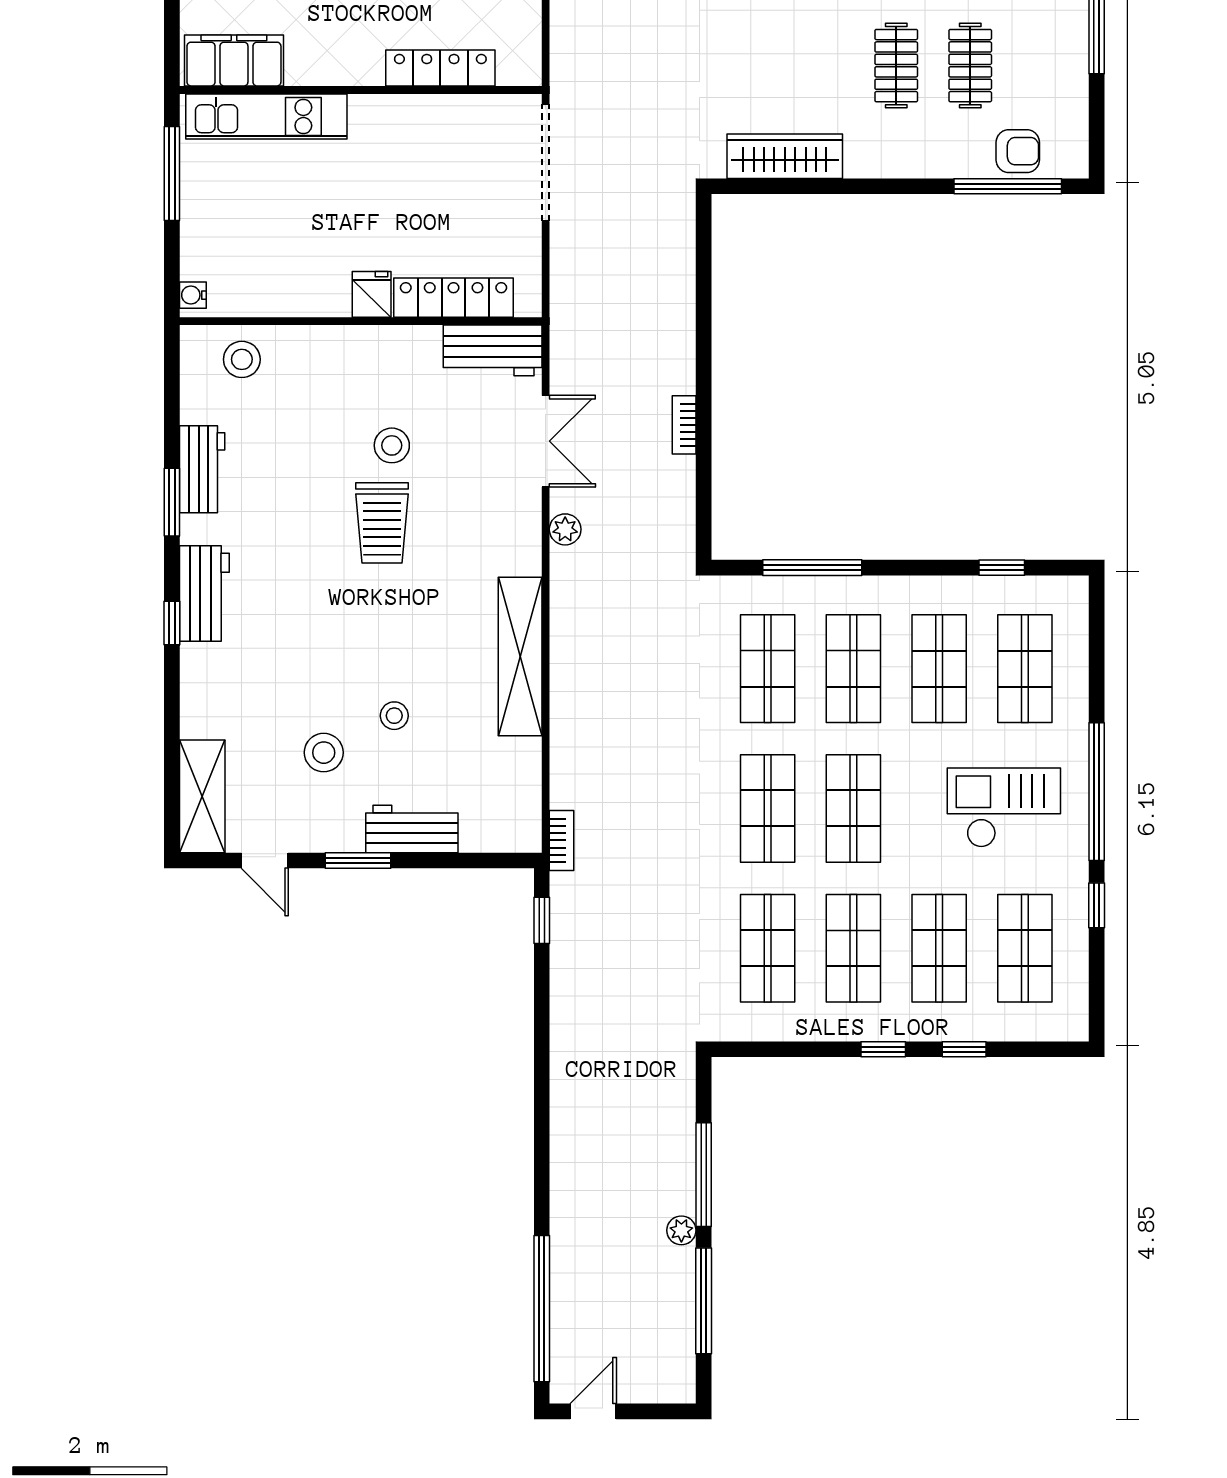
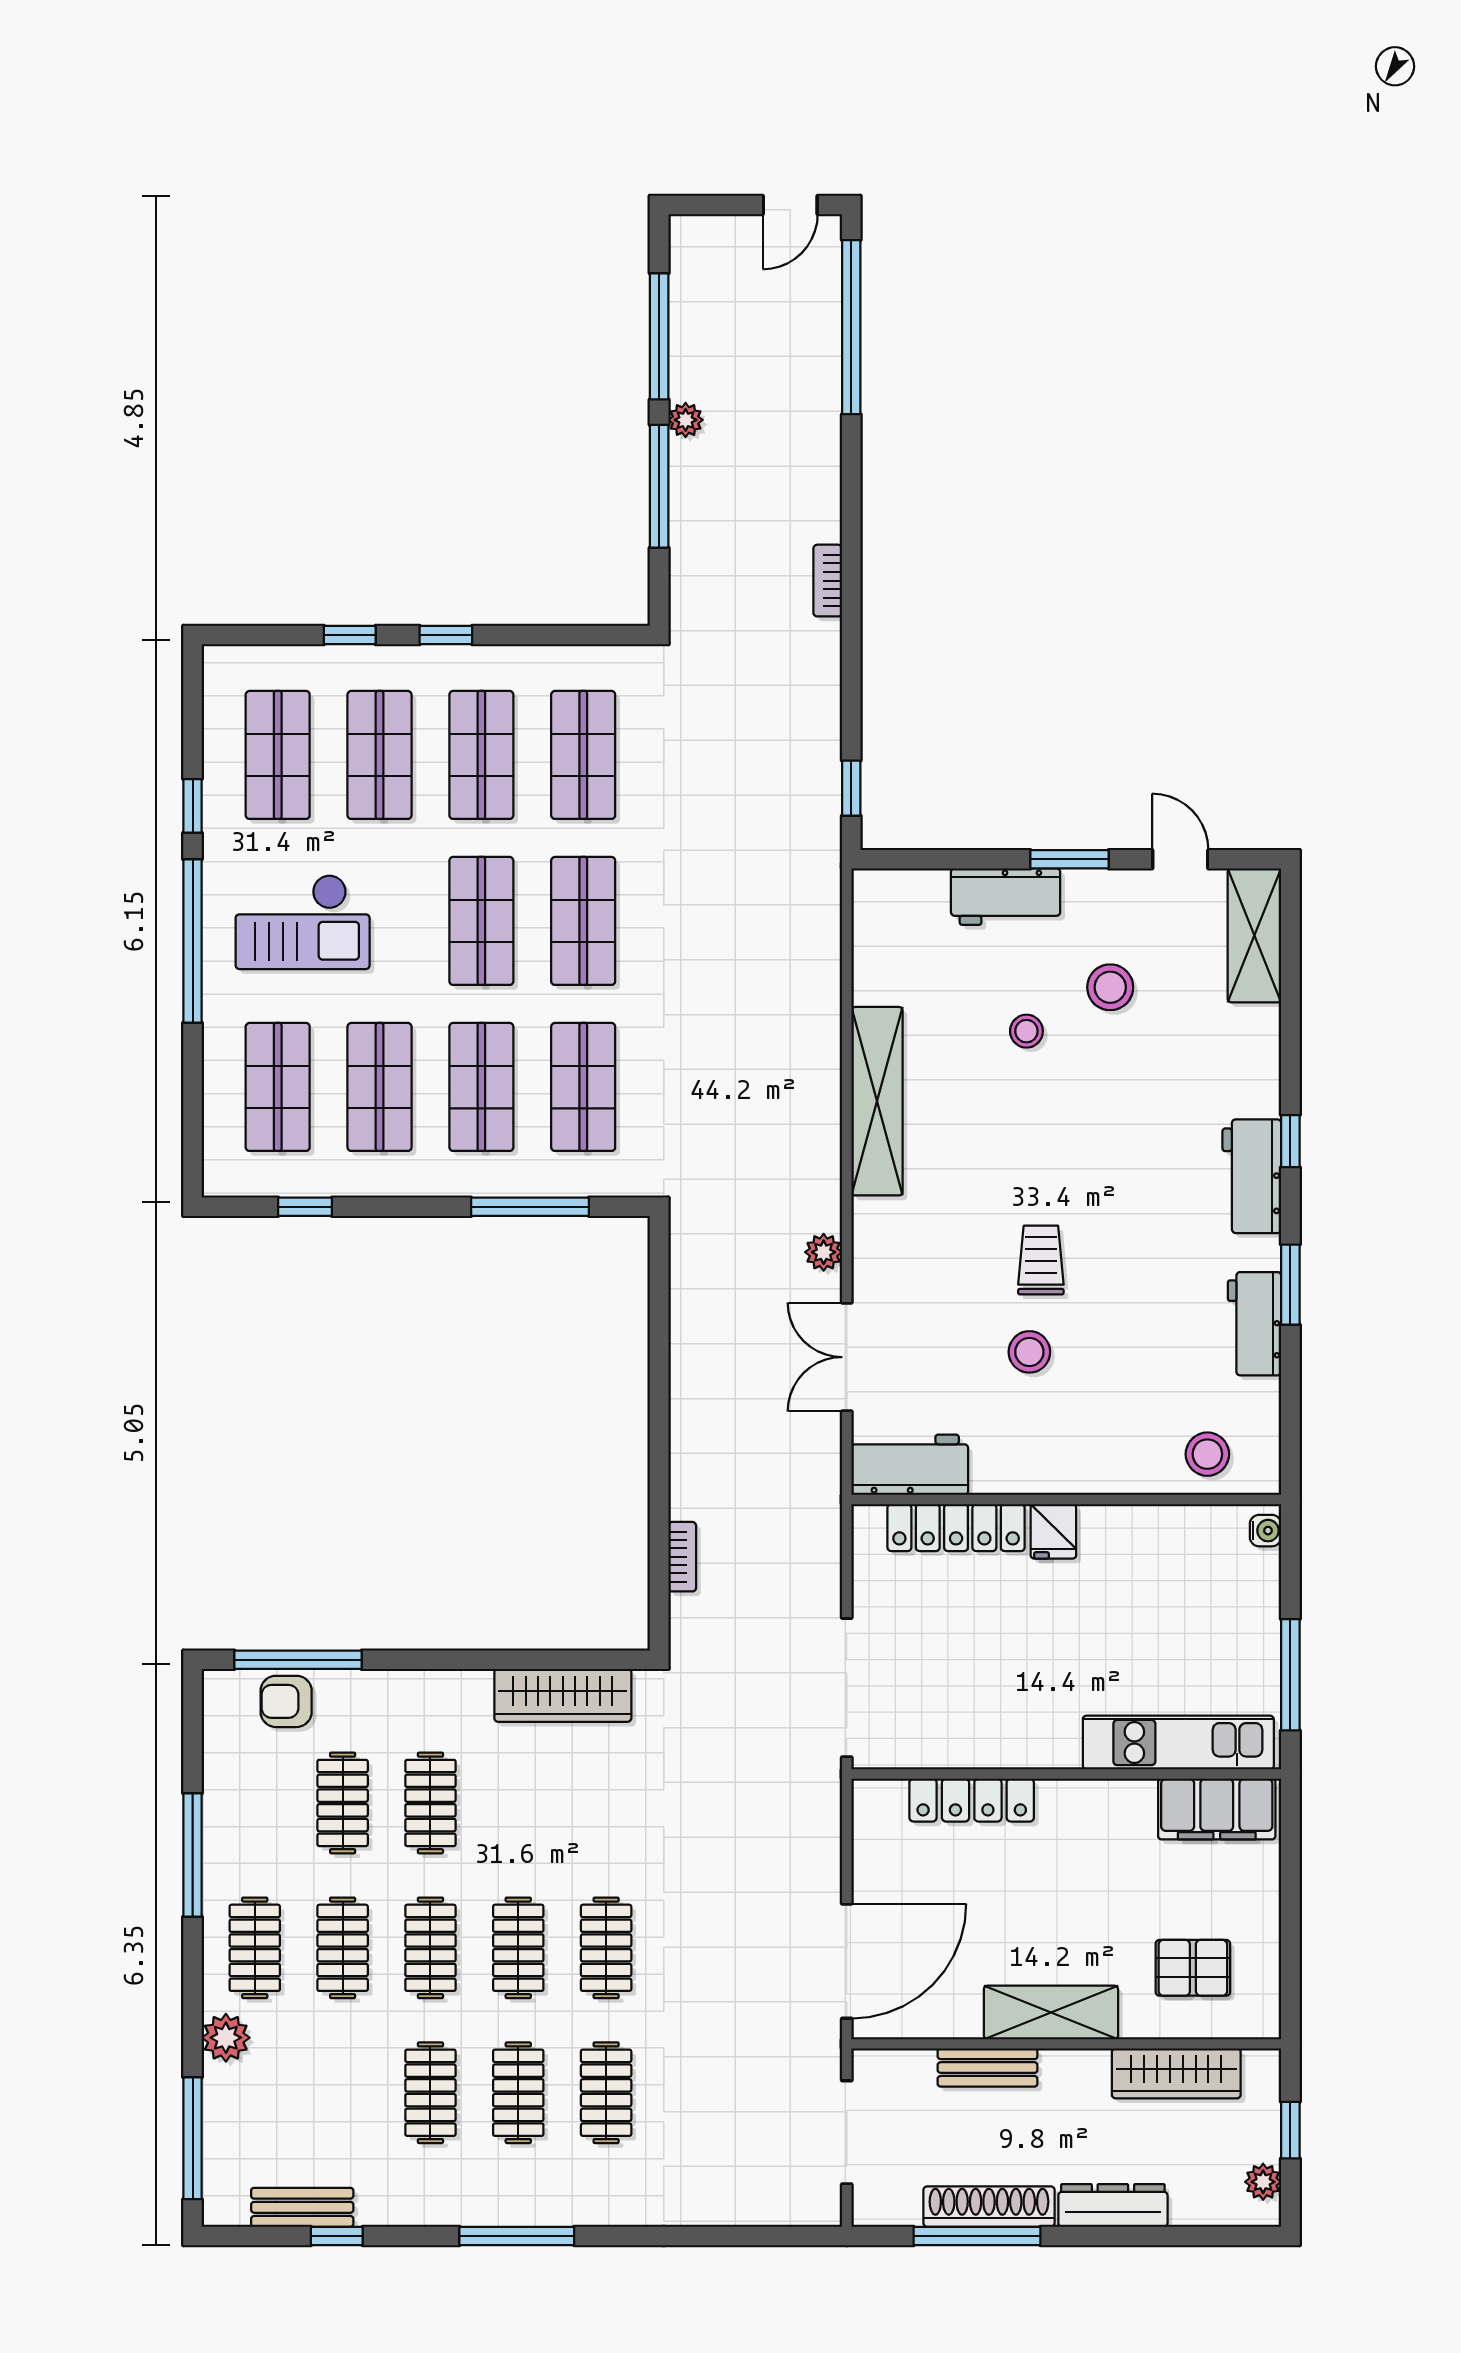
bookcase: (684, 425) -> (682, 1557), moved
trolley: (382, 523) -> (1041, 1260), width x0.73, depth x0.72
bookcase: (562, 840) -> (828, 581), moved

